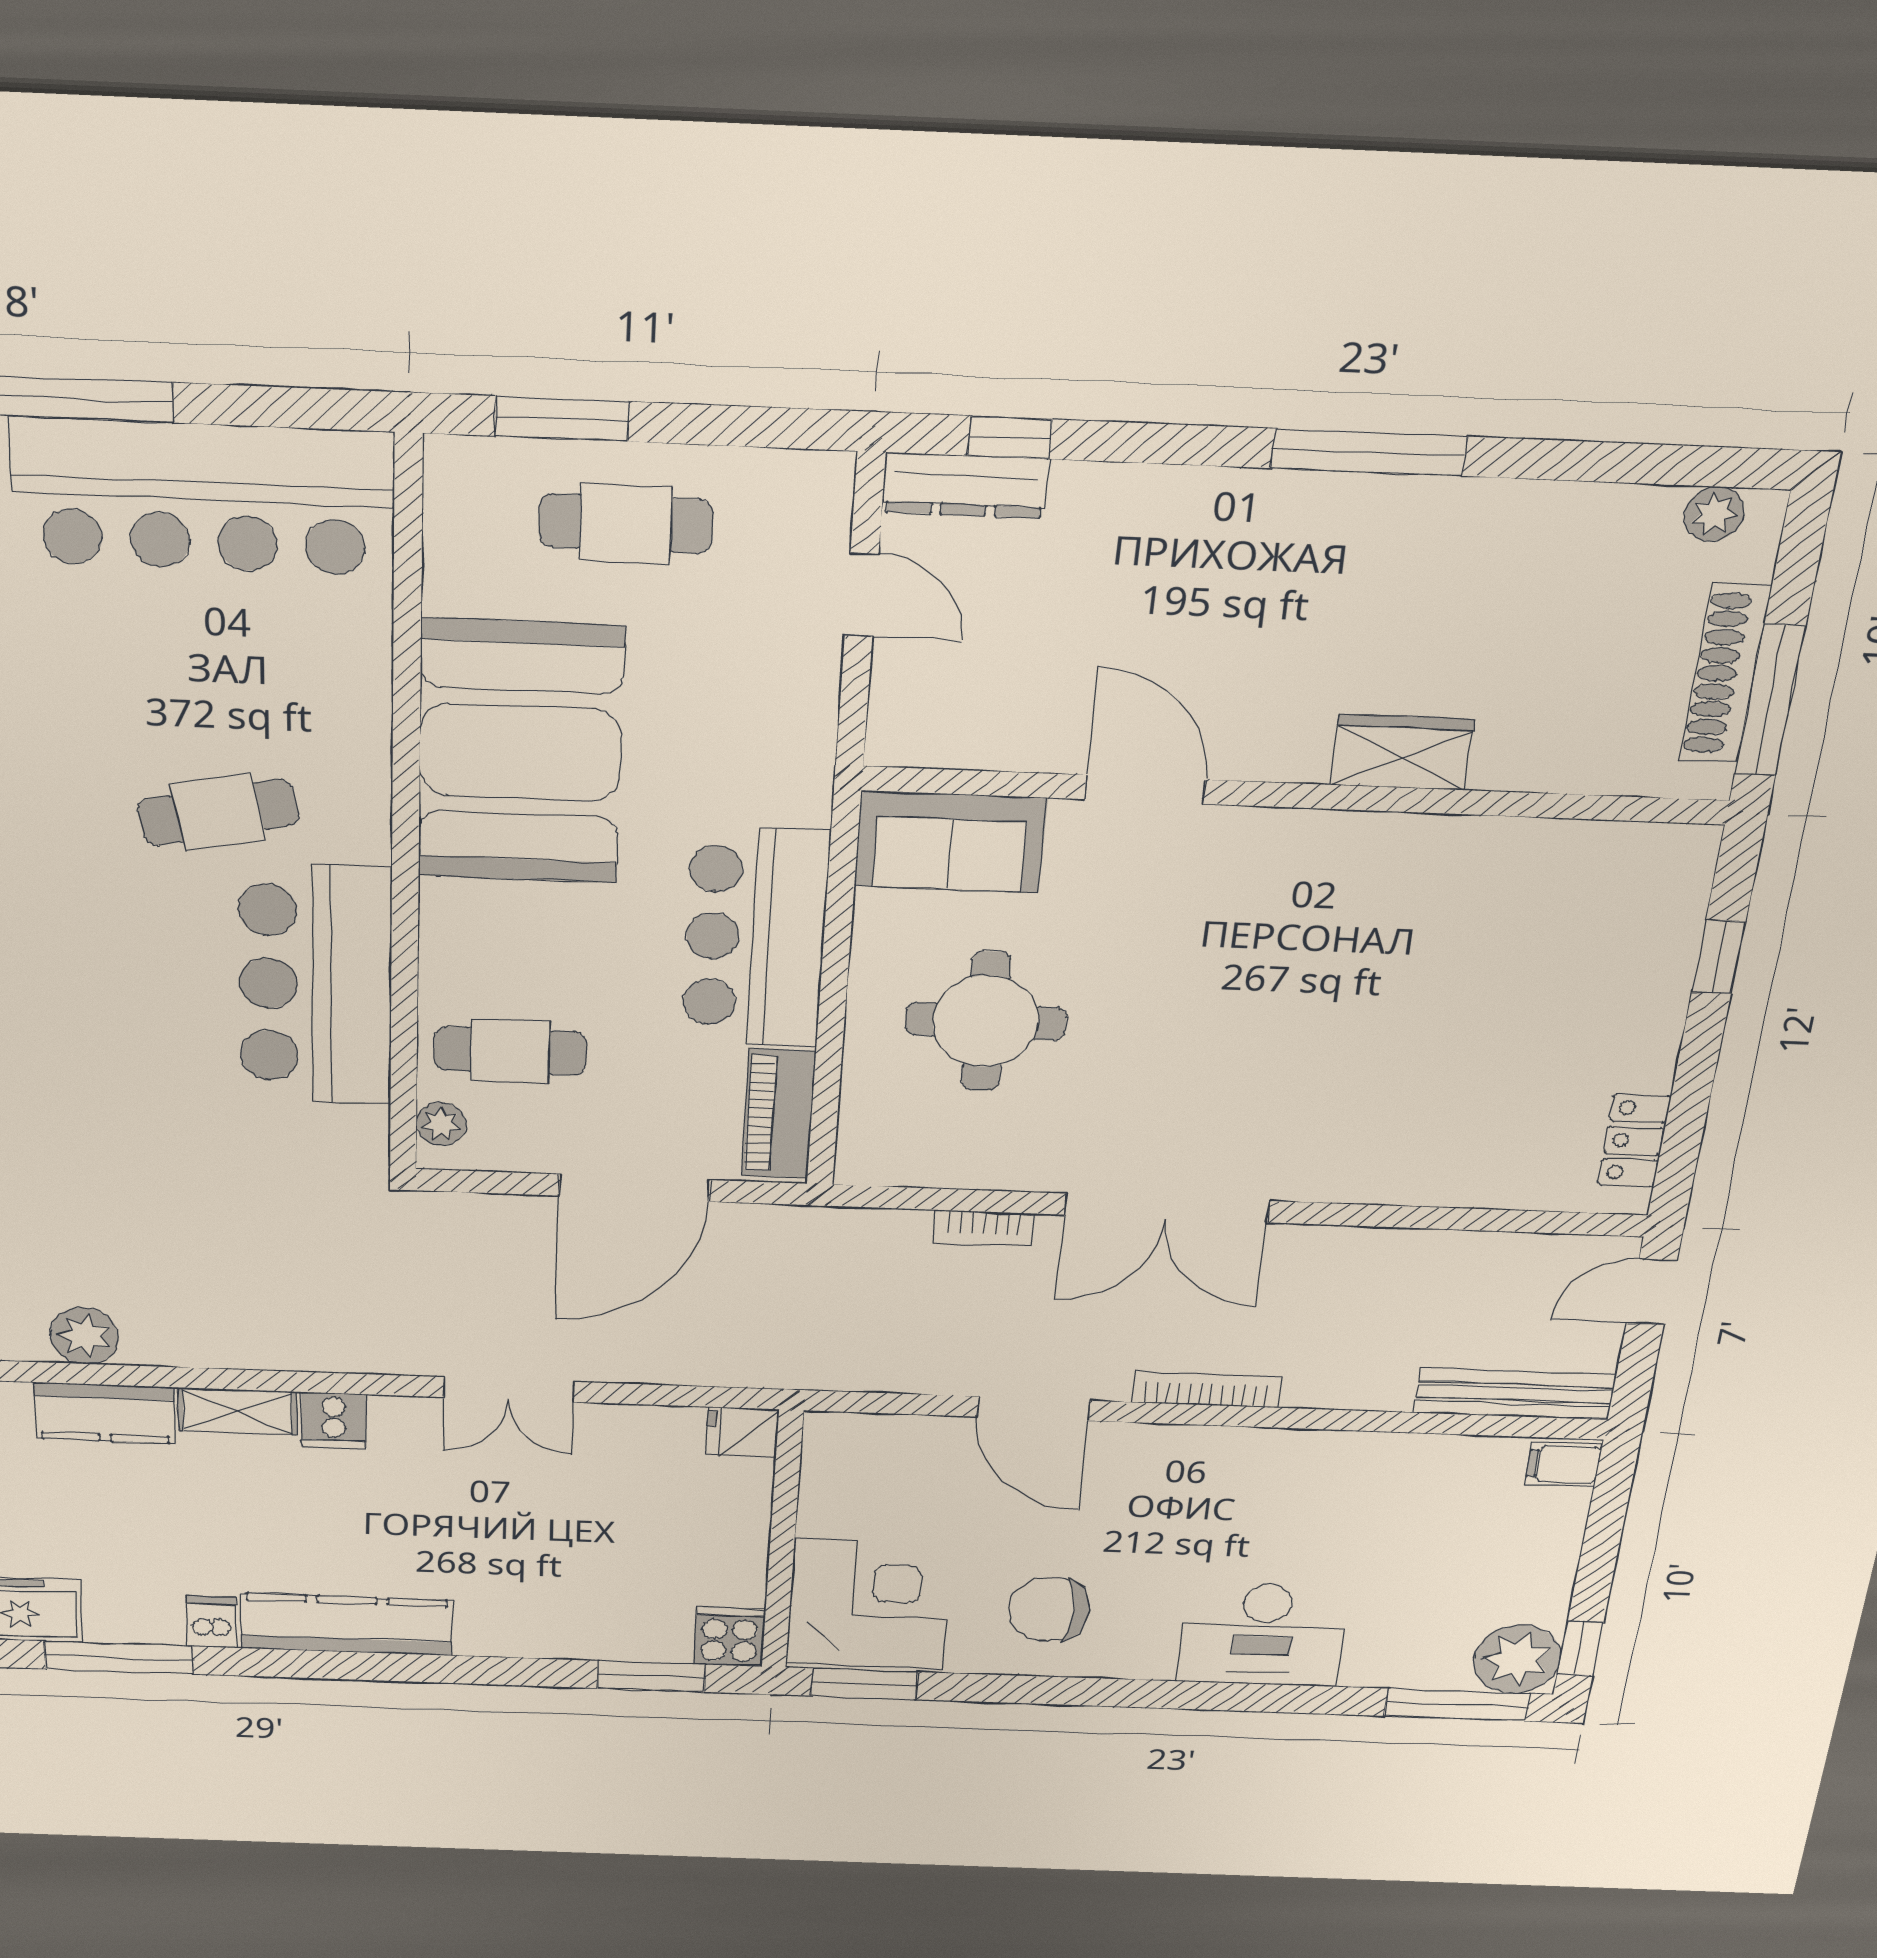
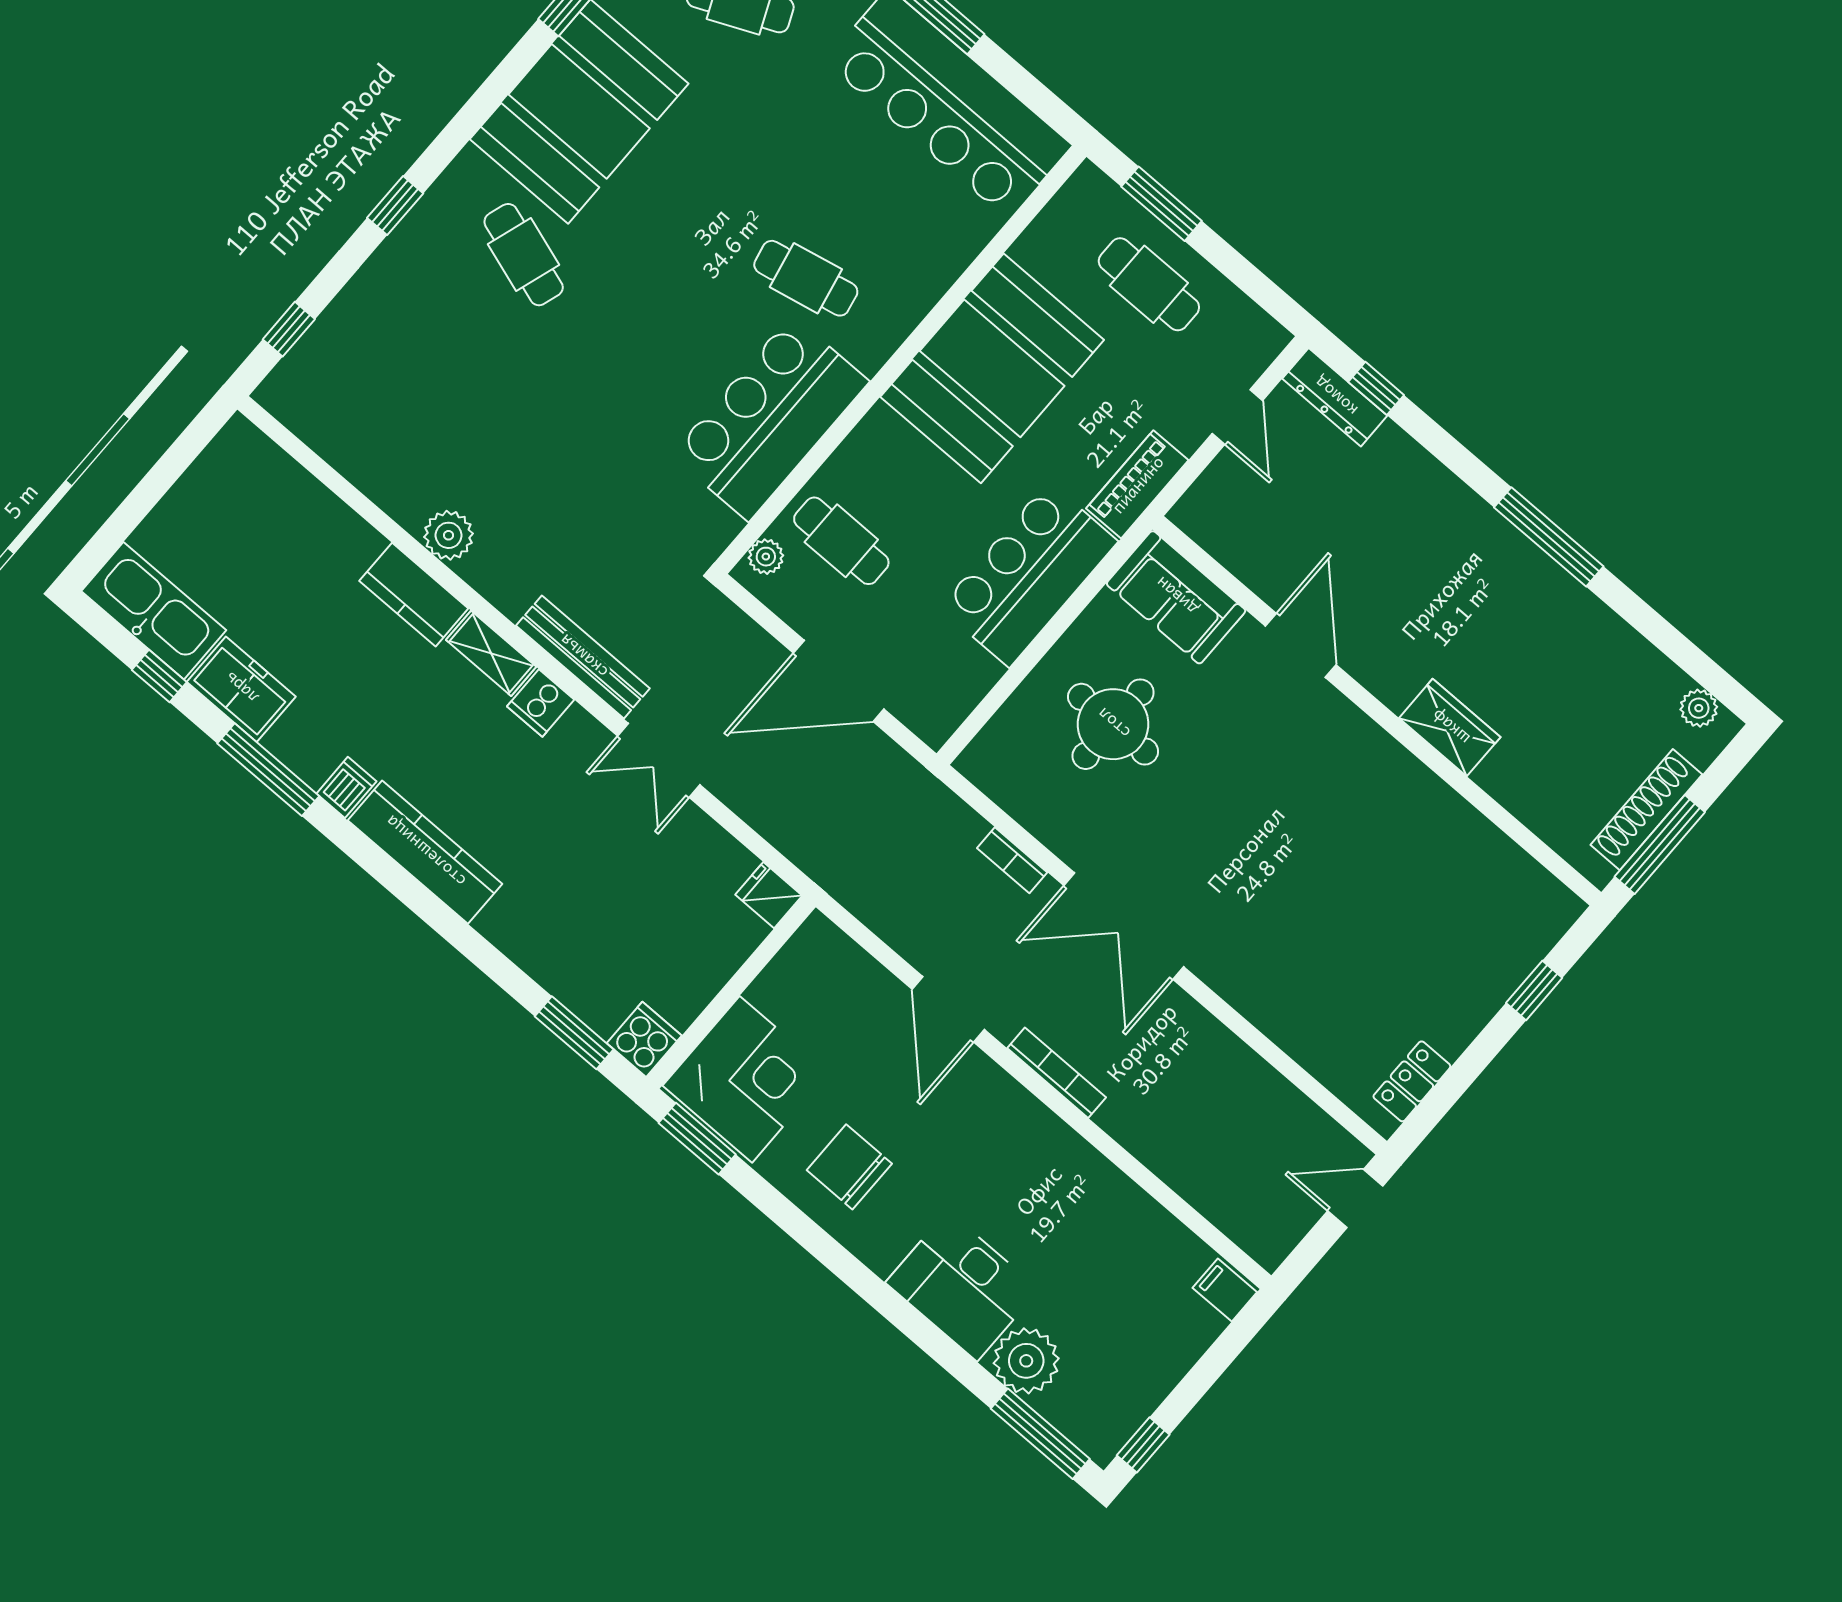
piano: (779, 1114) -> (1137, 484), moved
bench: (1514, 1394) -> (583, 657), moved
plant: (1517, 1659) -> (1026, 1361), moved

